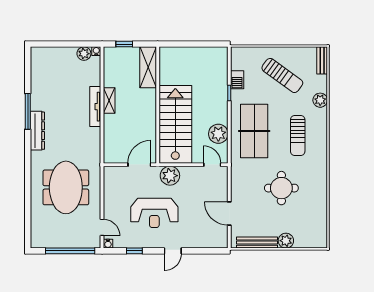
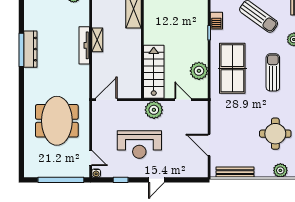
stairs: (175, 124) -> (154, 72), width x0.73, depth x0.66
dresser: (37, 131) -> (30, 49), moved
sun lounger: (298, 135) -> (273, 72), turned 180
door: (139, 165) -> (106, 100), moved
door: (212, 165) -> (183, 100), moved
round table: (281, 188) -> (275, 134), moved
plant: (286, 241) -> (280, 170), moved

